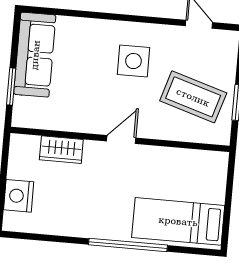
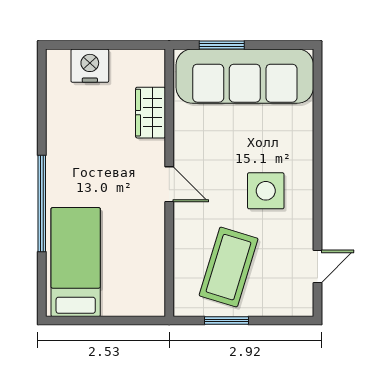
sofa: (35, 55) -> (245, 76), width x1.36, depth x1.27

